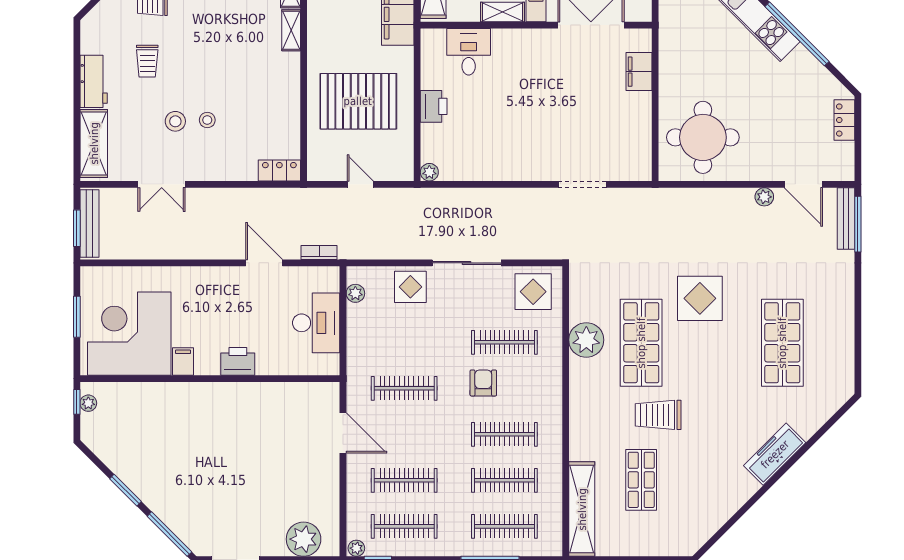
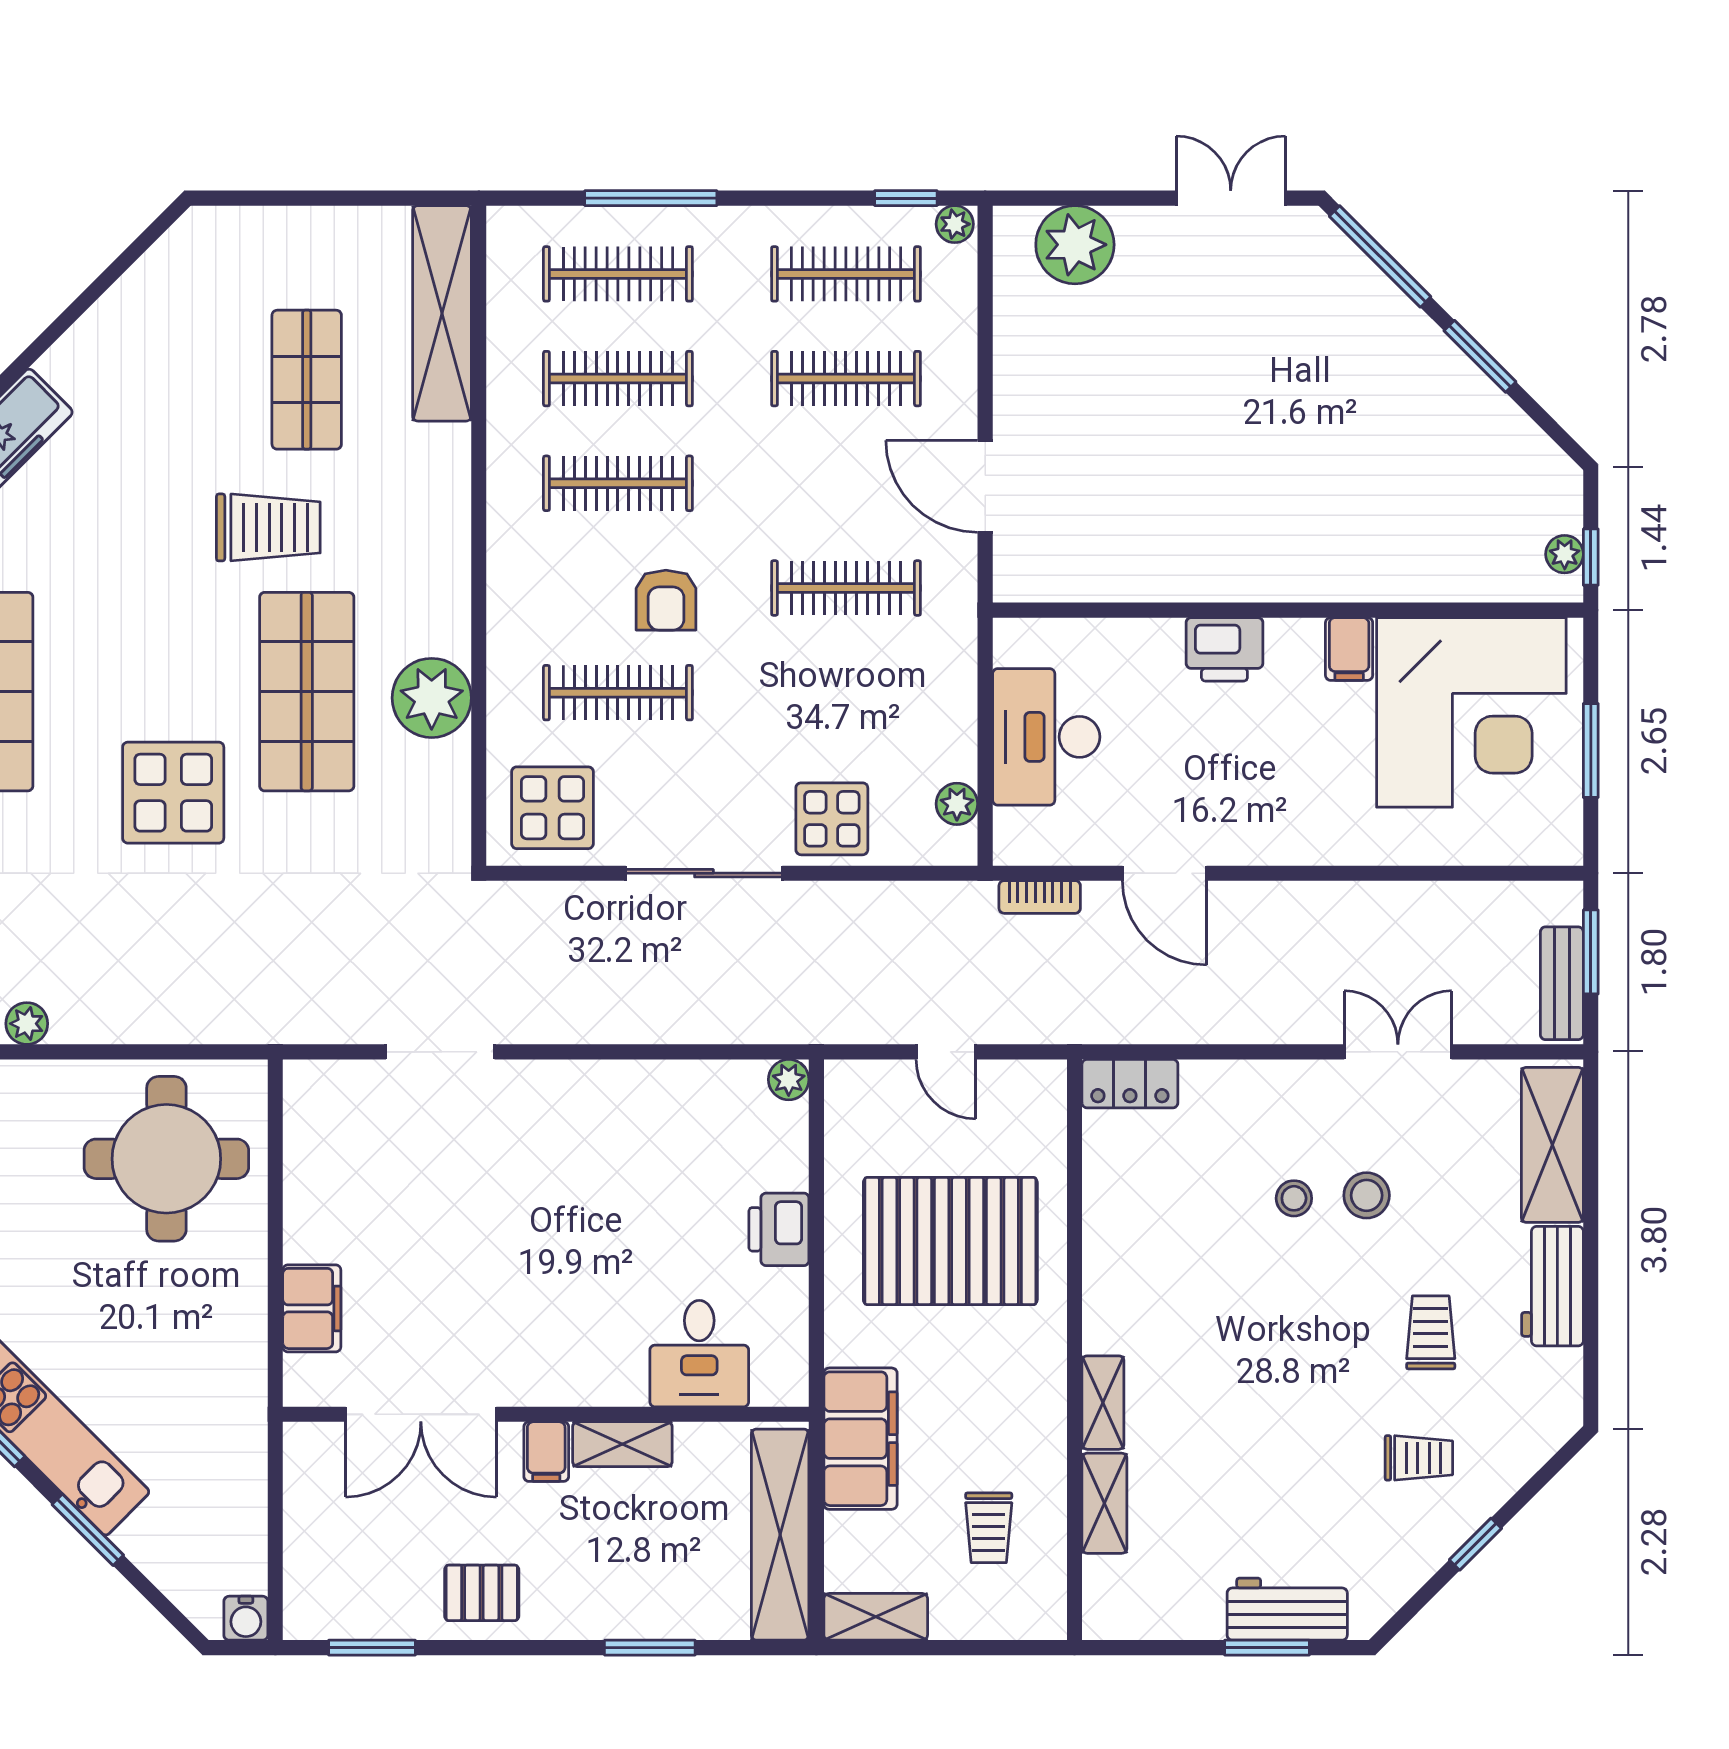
bench: (90, 224) -> (1562, 983), width x0.73

